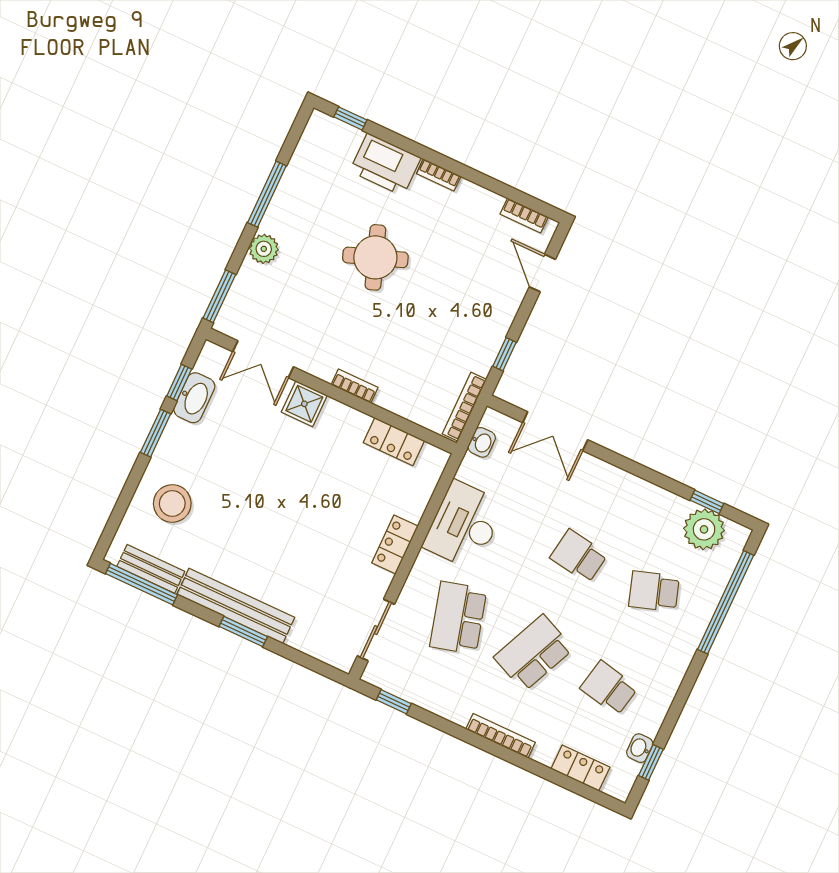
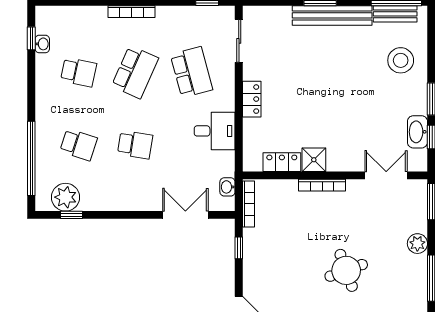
bookcase: (355, 386) -> (322, 185), width x1.56
shower: (304, 404) -> (314, 160), moved
desk: (464, 525) -> (215, 131), width x0.73
school desk: (654, 591) -> (79, 145), turned 36
locker: (580, 768) -> (73, 15), removed

